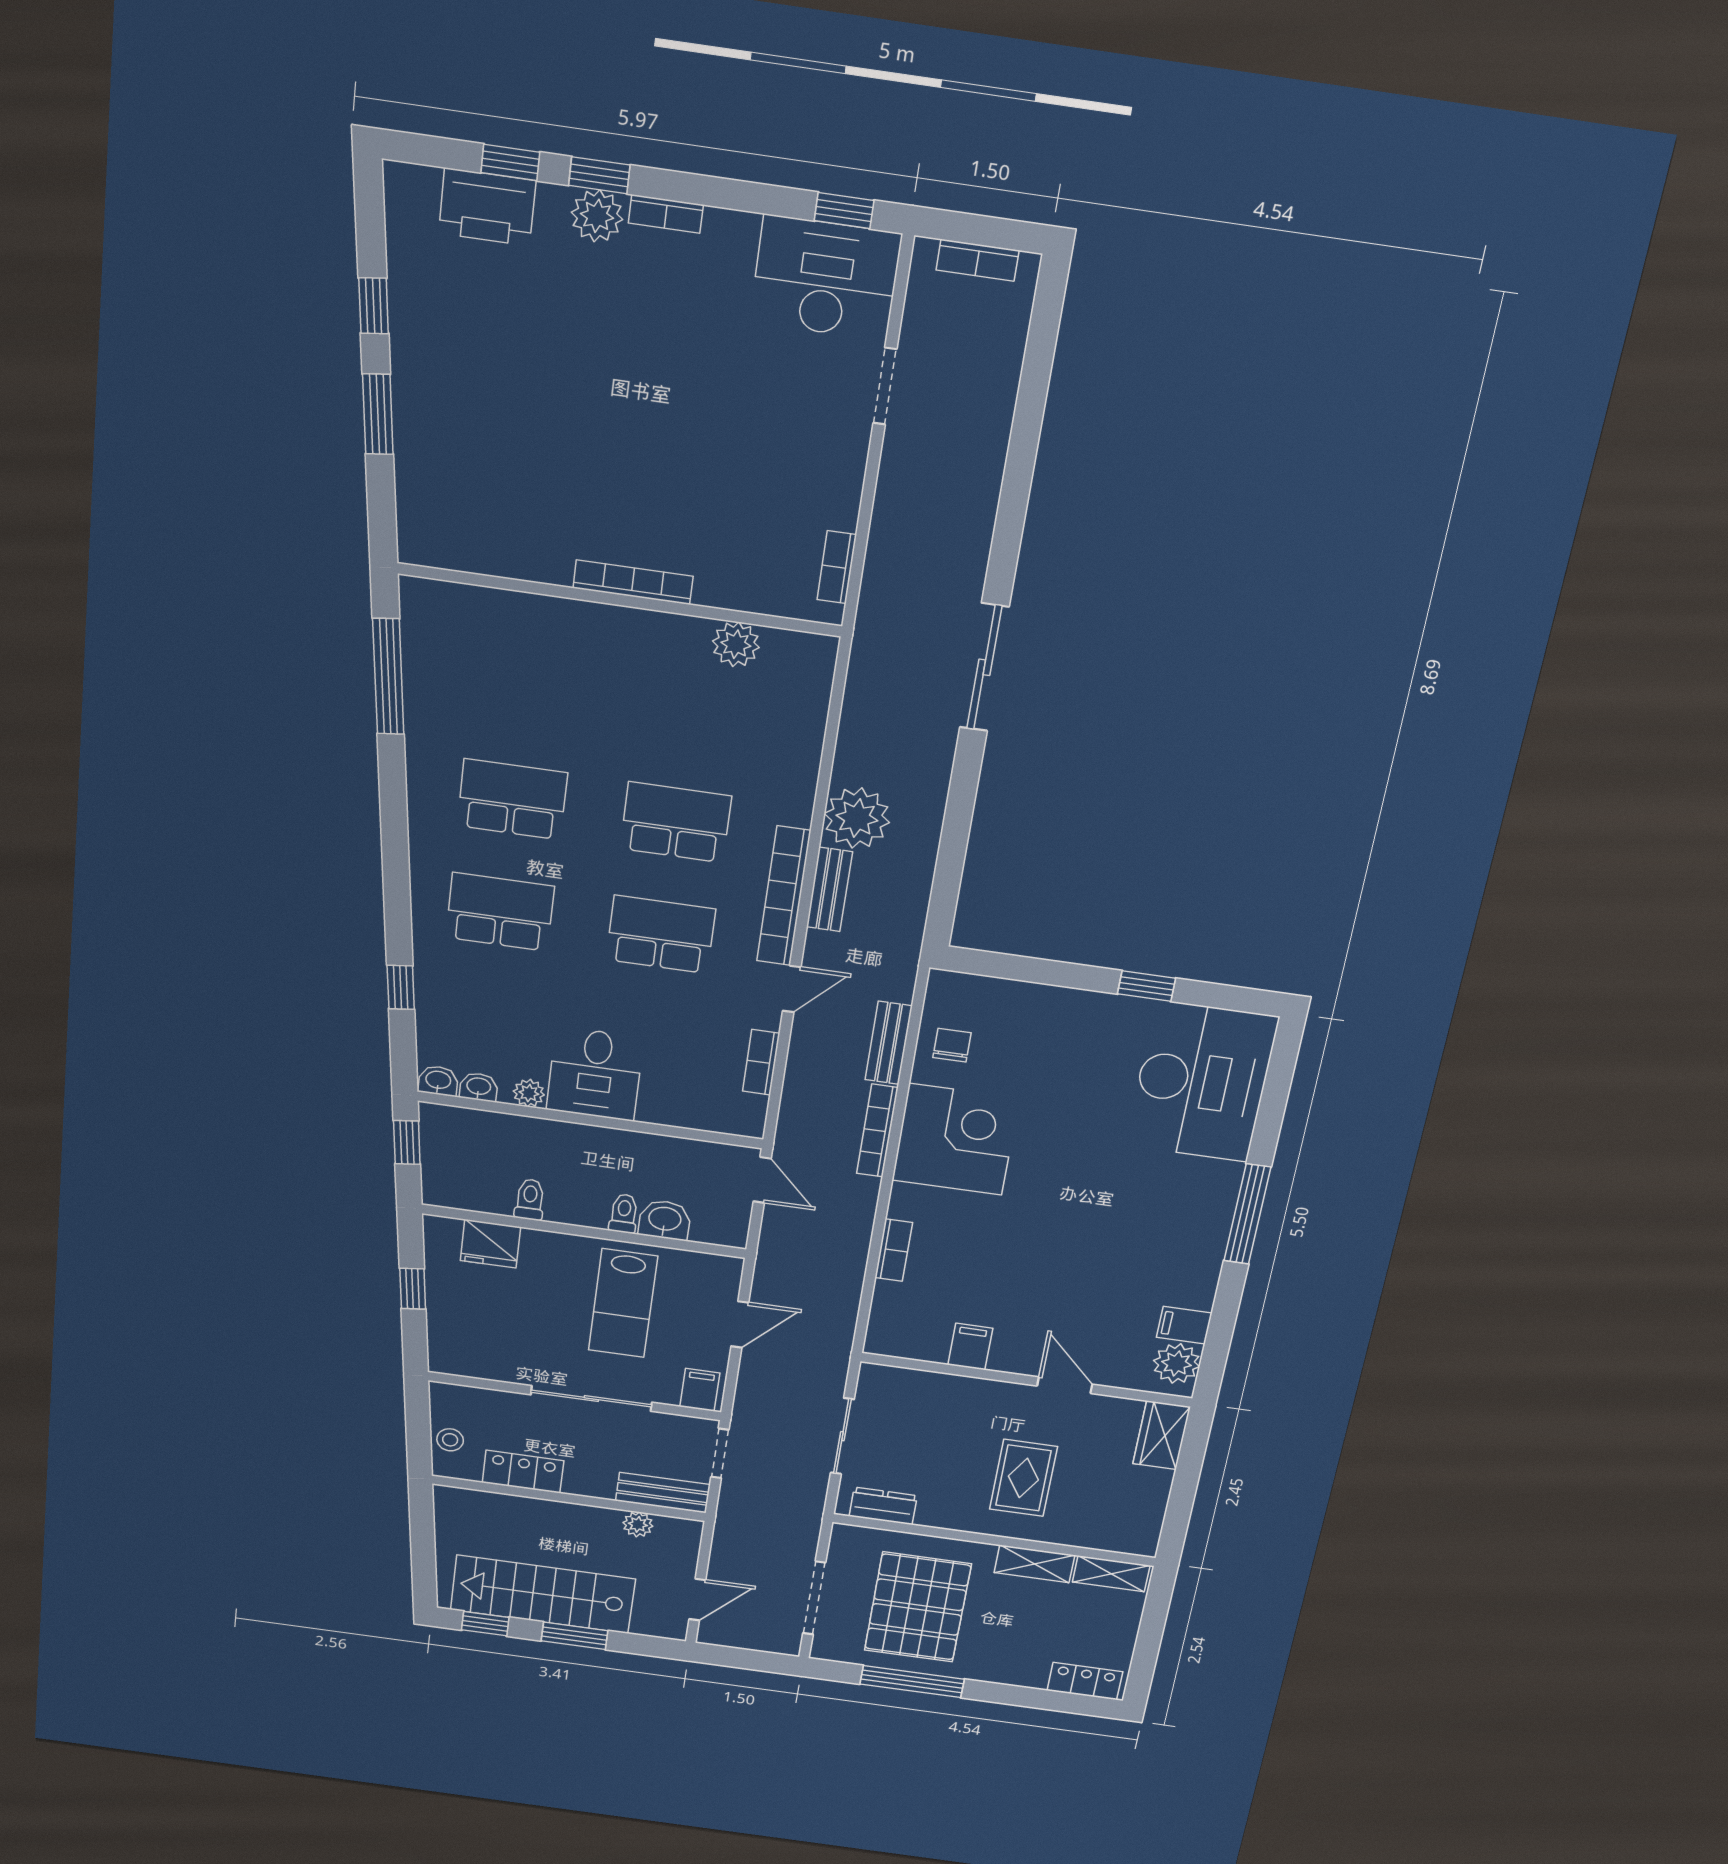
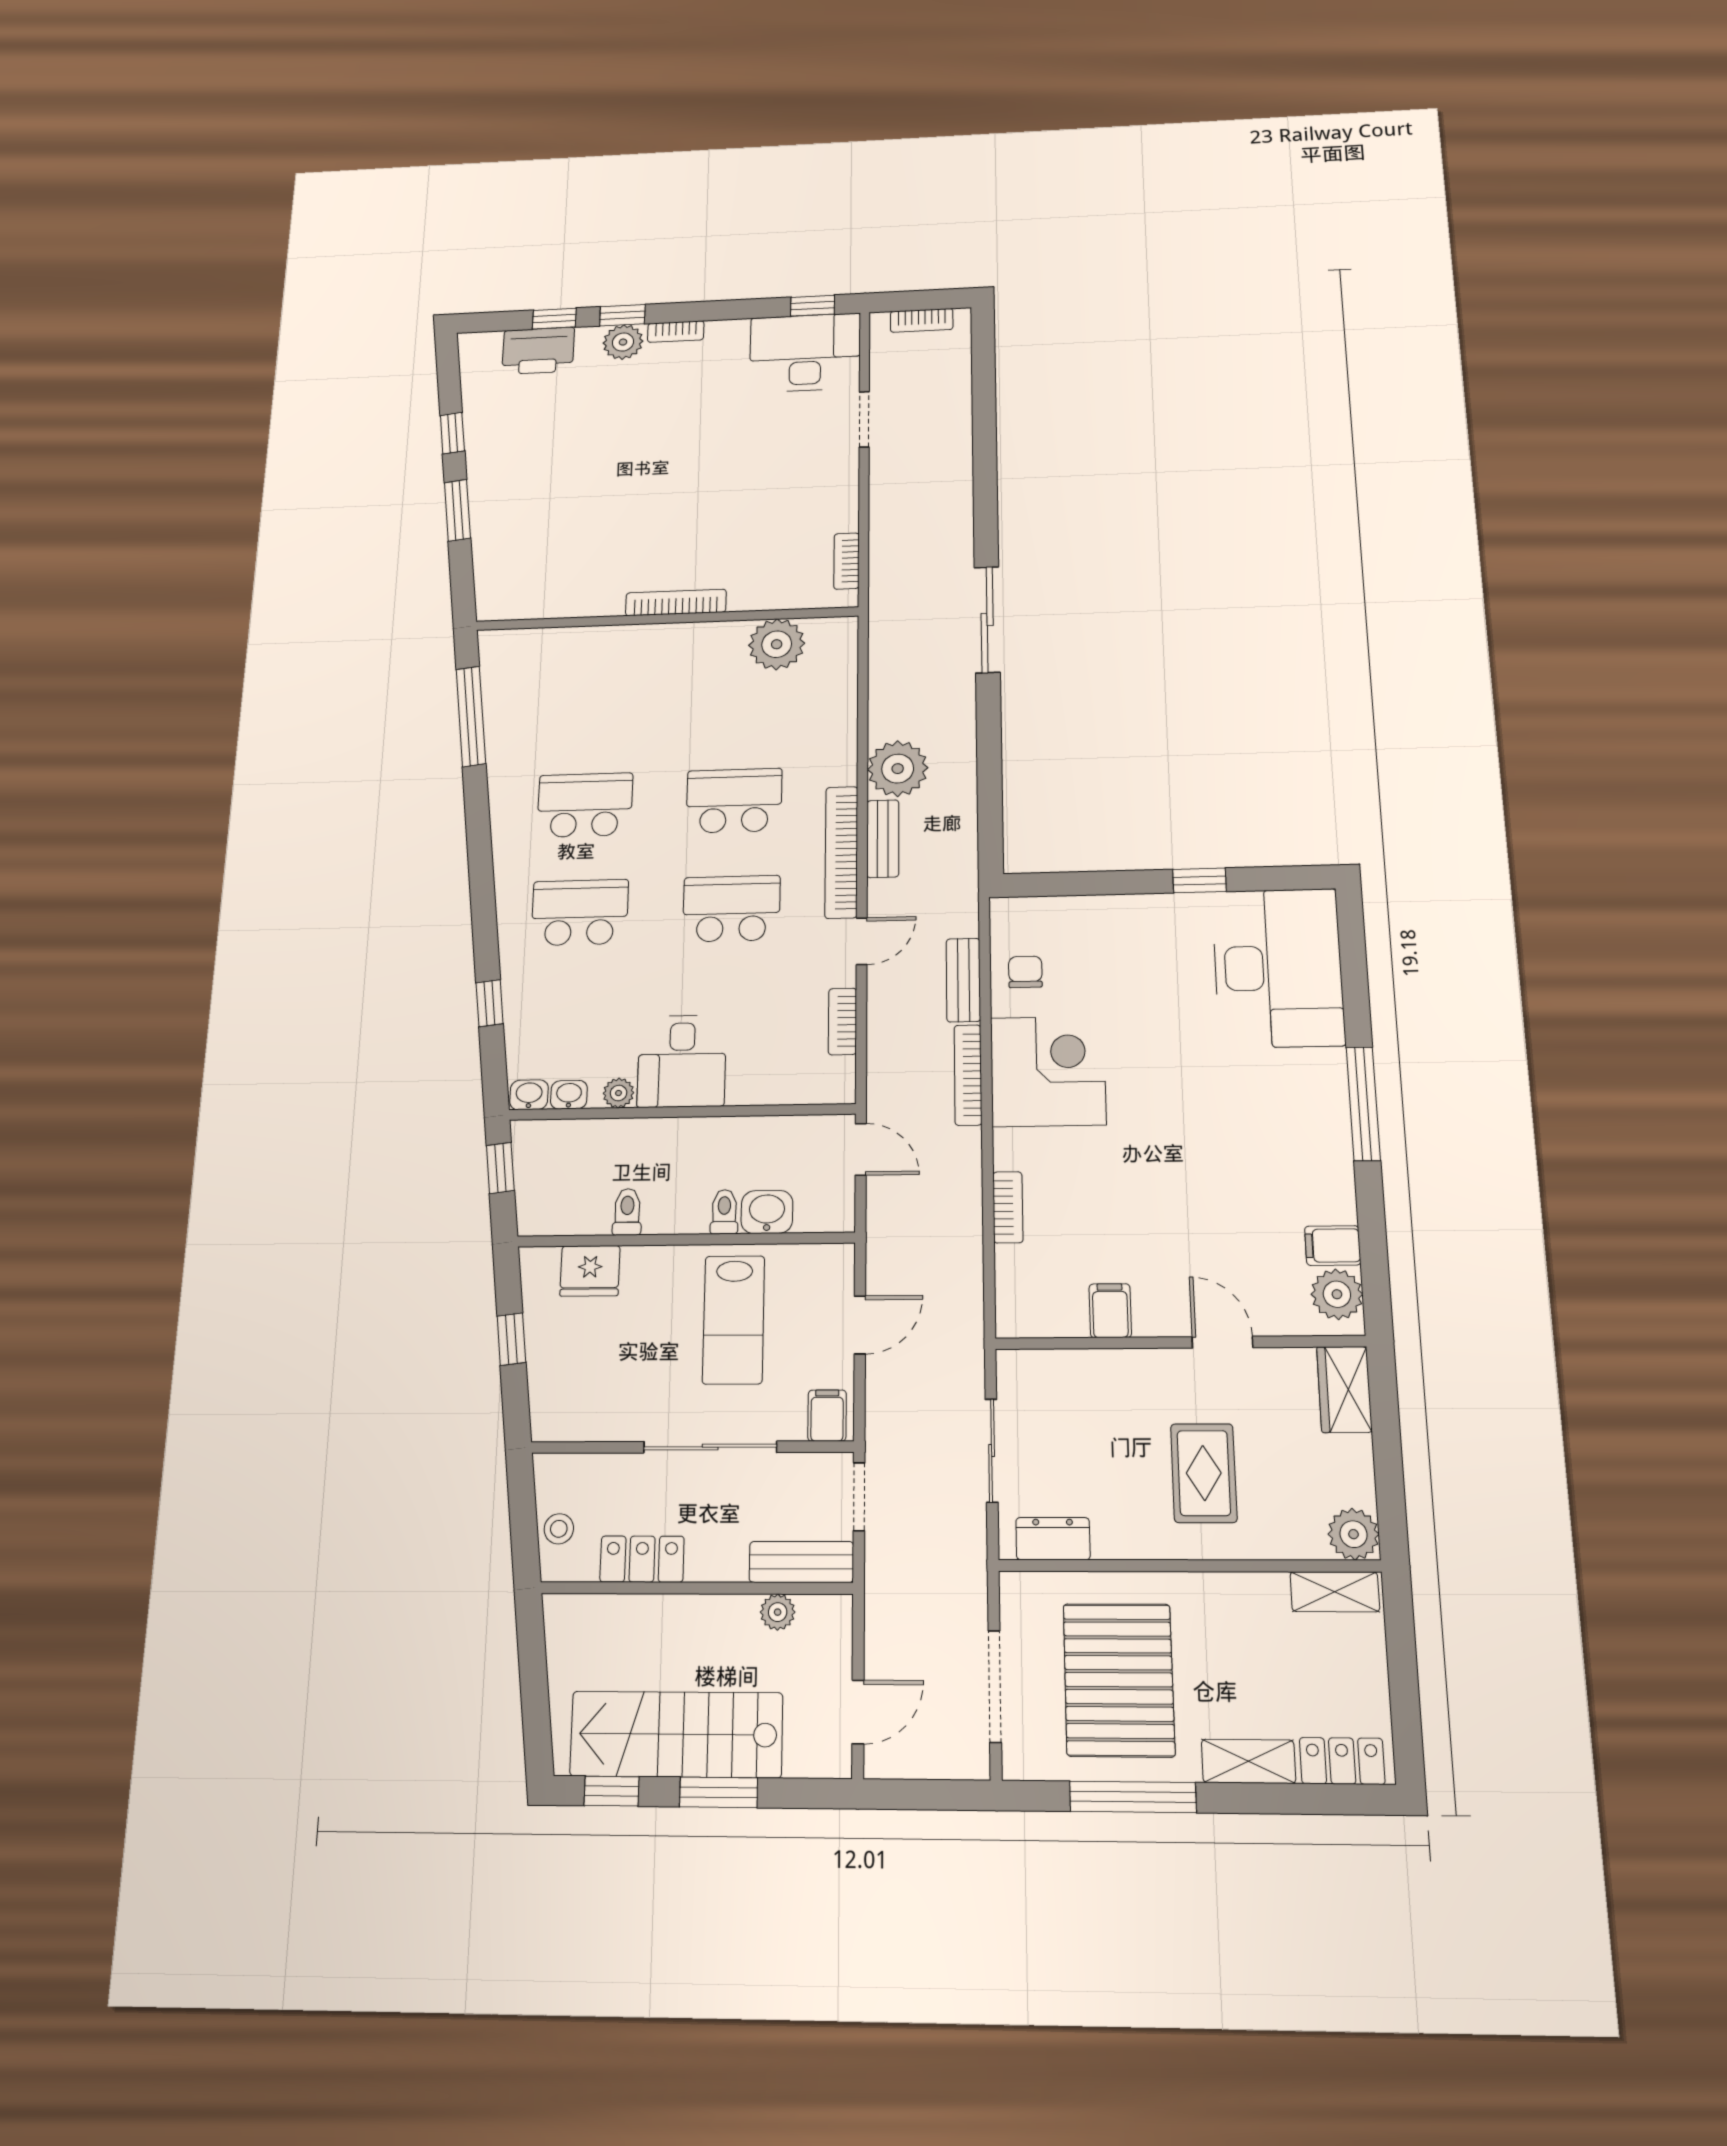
plant: (736, 644) -> (777, 644), width x1.36, depth x1.36
plant: (1138, 1538) -> (1354, 1534), added
shelving: (1034, 1564) -> (1248, 1761), moved

